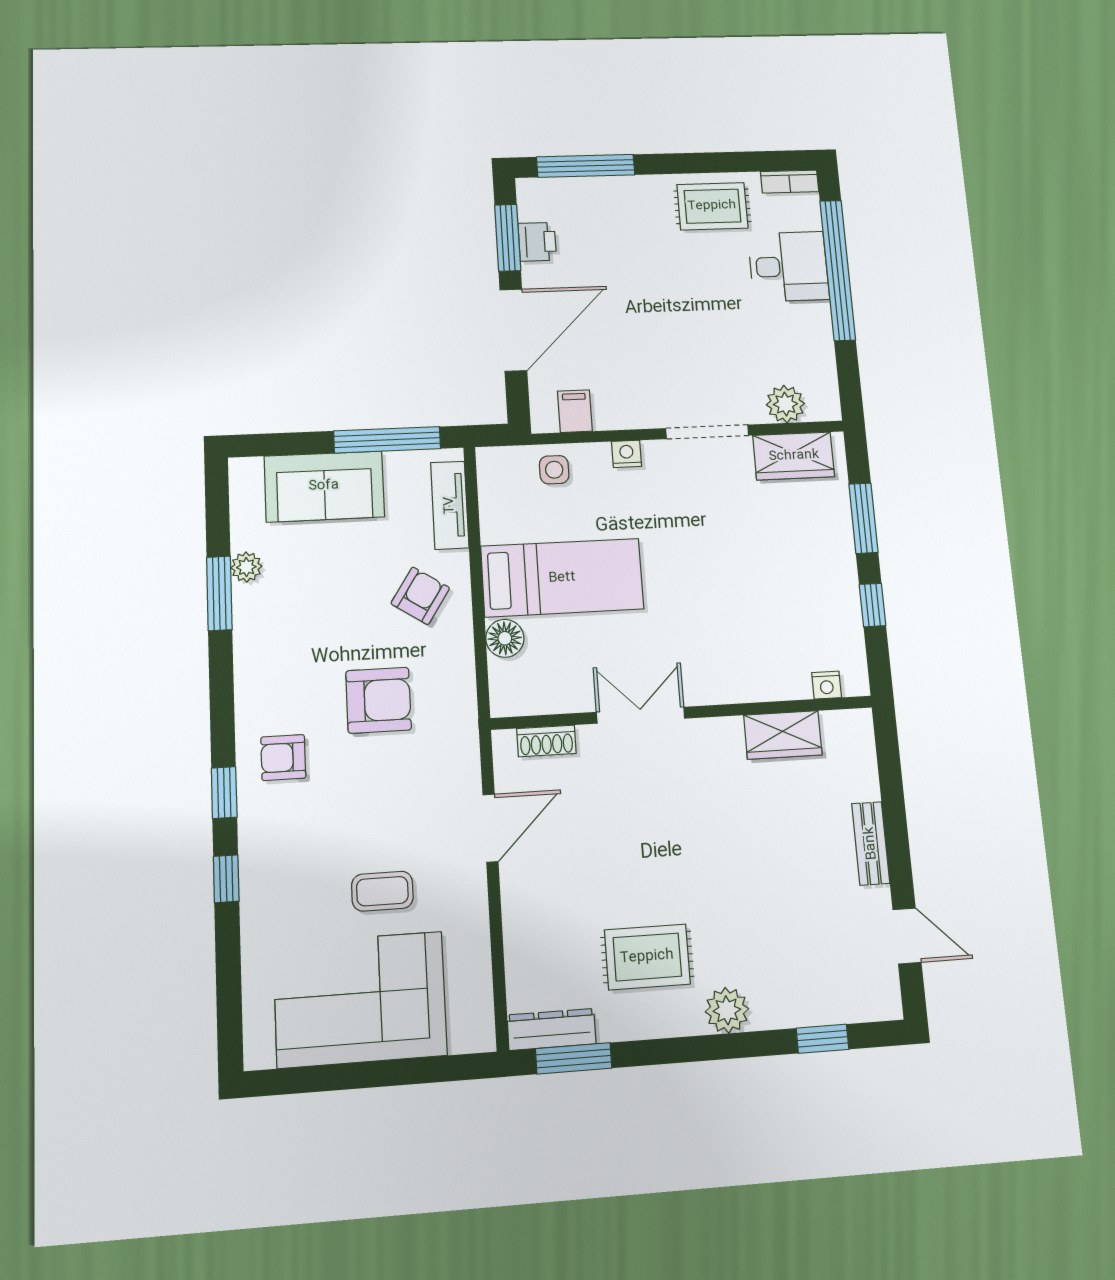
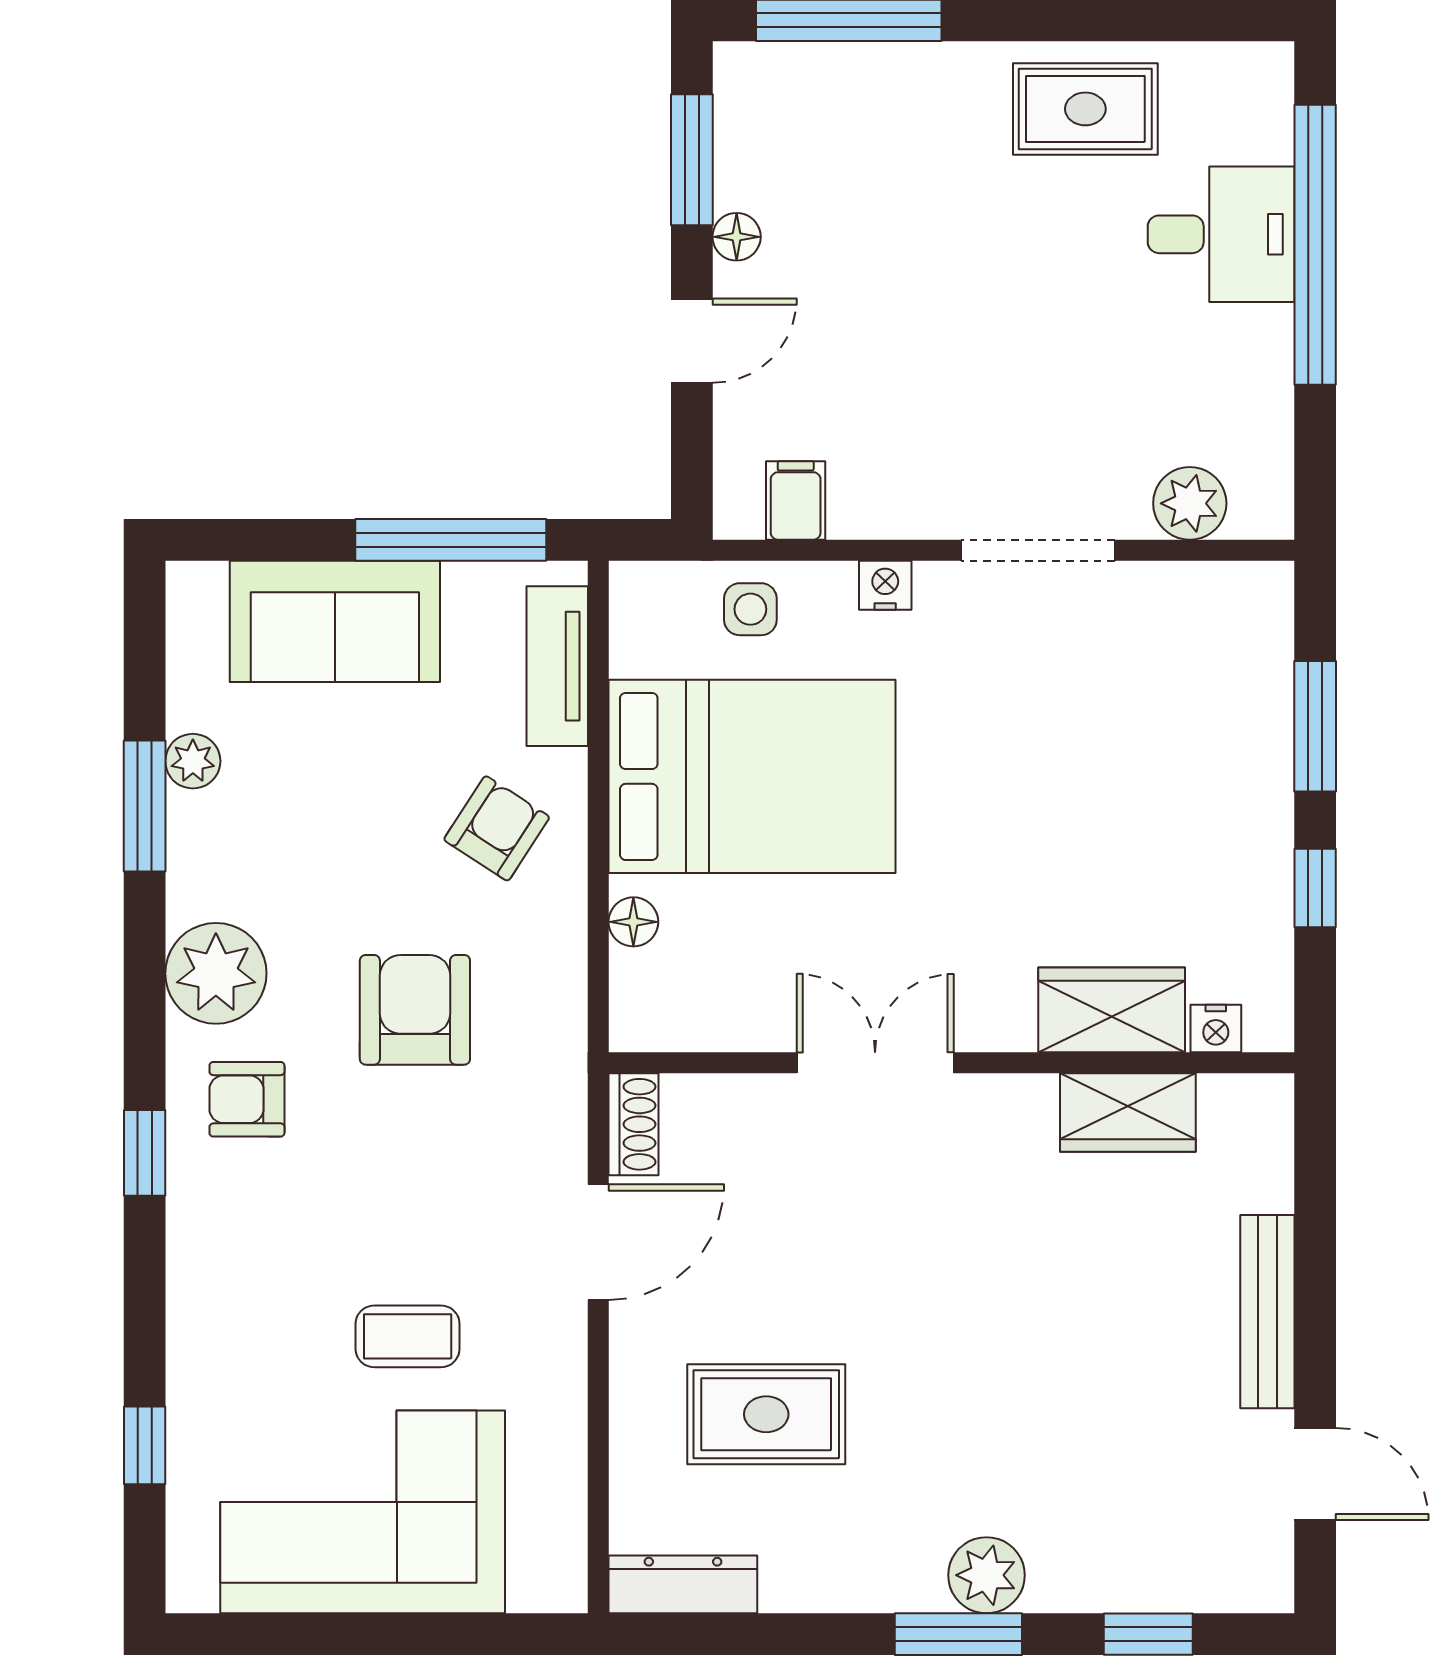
bookcase: (790, 182) -> (1239, 63), removed
printer: (537, 242) -> (747, 170), removed
floor lamp: (534, 276) -> (737, 237), added
door: (513, 330) -> (692, 341), width x0.53
wardrobe: (794, 456) -> (1112, 1010), moved, turned 180
bed: (562, 578) -> (752, 776), width x1.50
floor lamp: (505, 638) -> (633, 922), width x0.73, depth x0.73
plant: (263, 686) -> (216, 973), added
armchair: (379, 700) -> (415, 1010), turned -90
shoe rack: (546, 741) -> (634, 1124), moved, turned -90
bench: (871, 843) -> (1267, 1312), width x1.36
window: (226, 879) -> (145, 1445), moved
rug: (647, 957) -> (766, 1414), moved
window: (574, 1058) -> (958, 1634), moved

